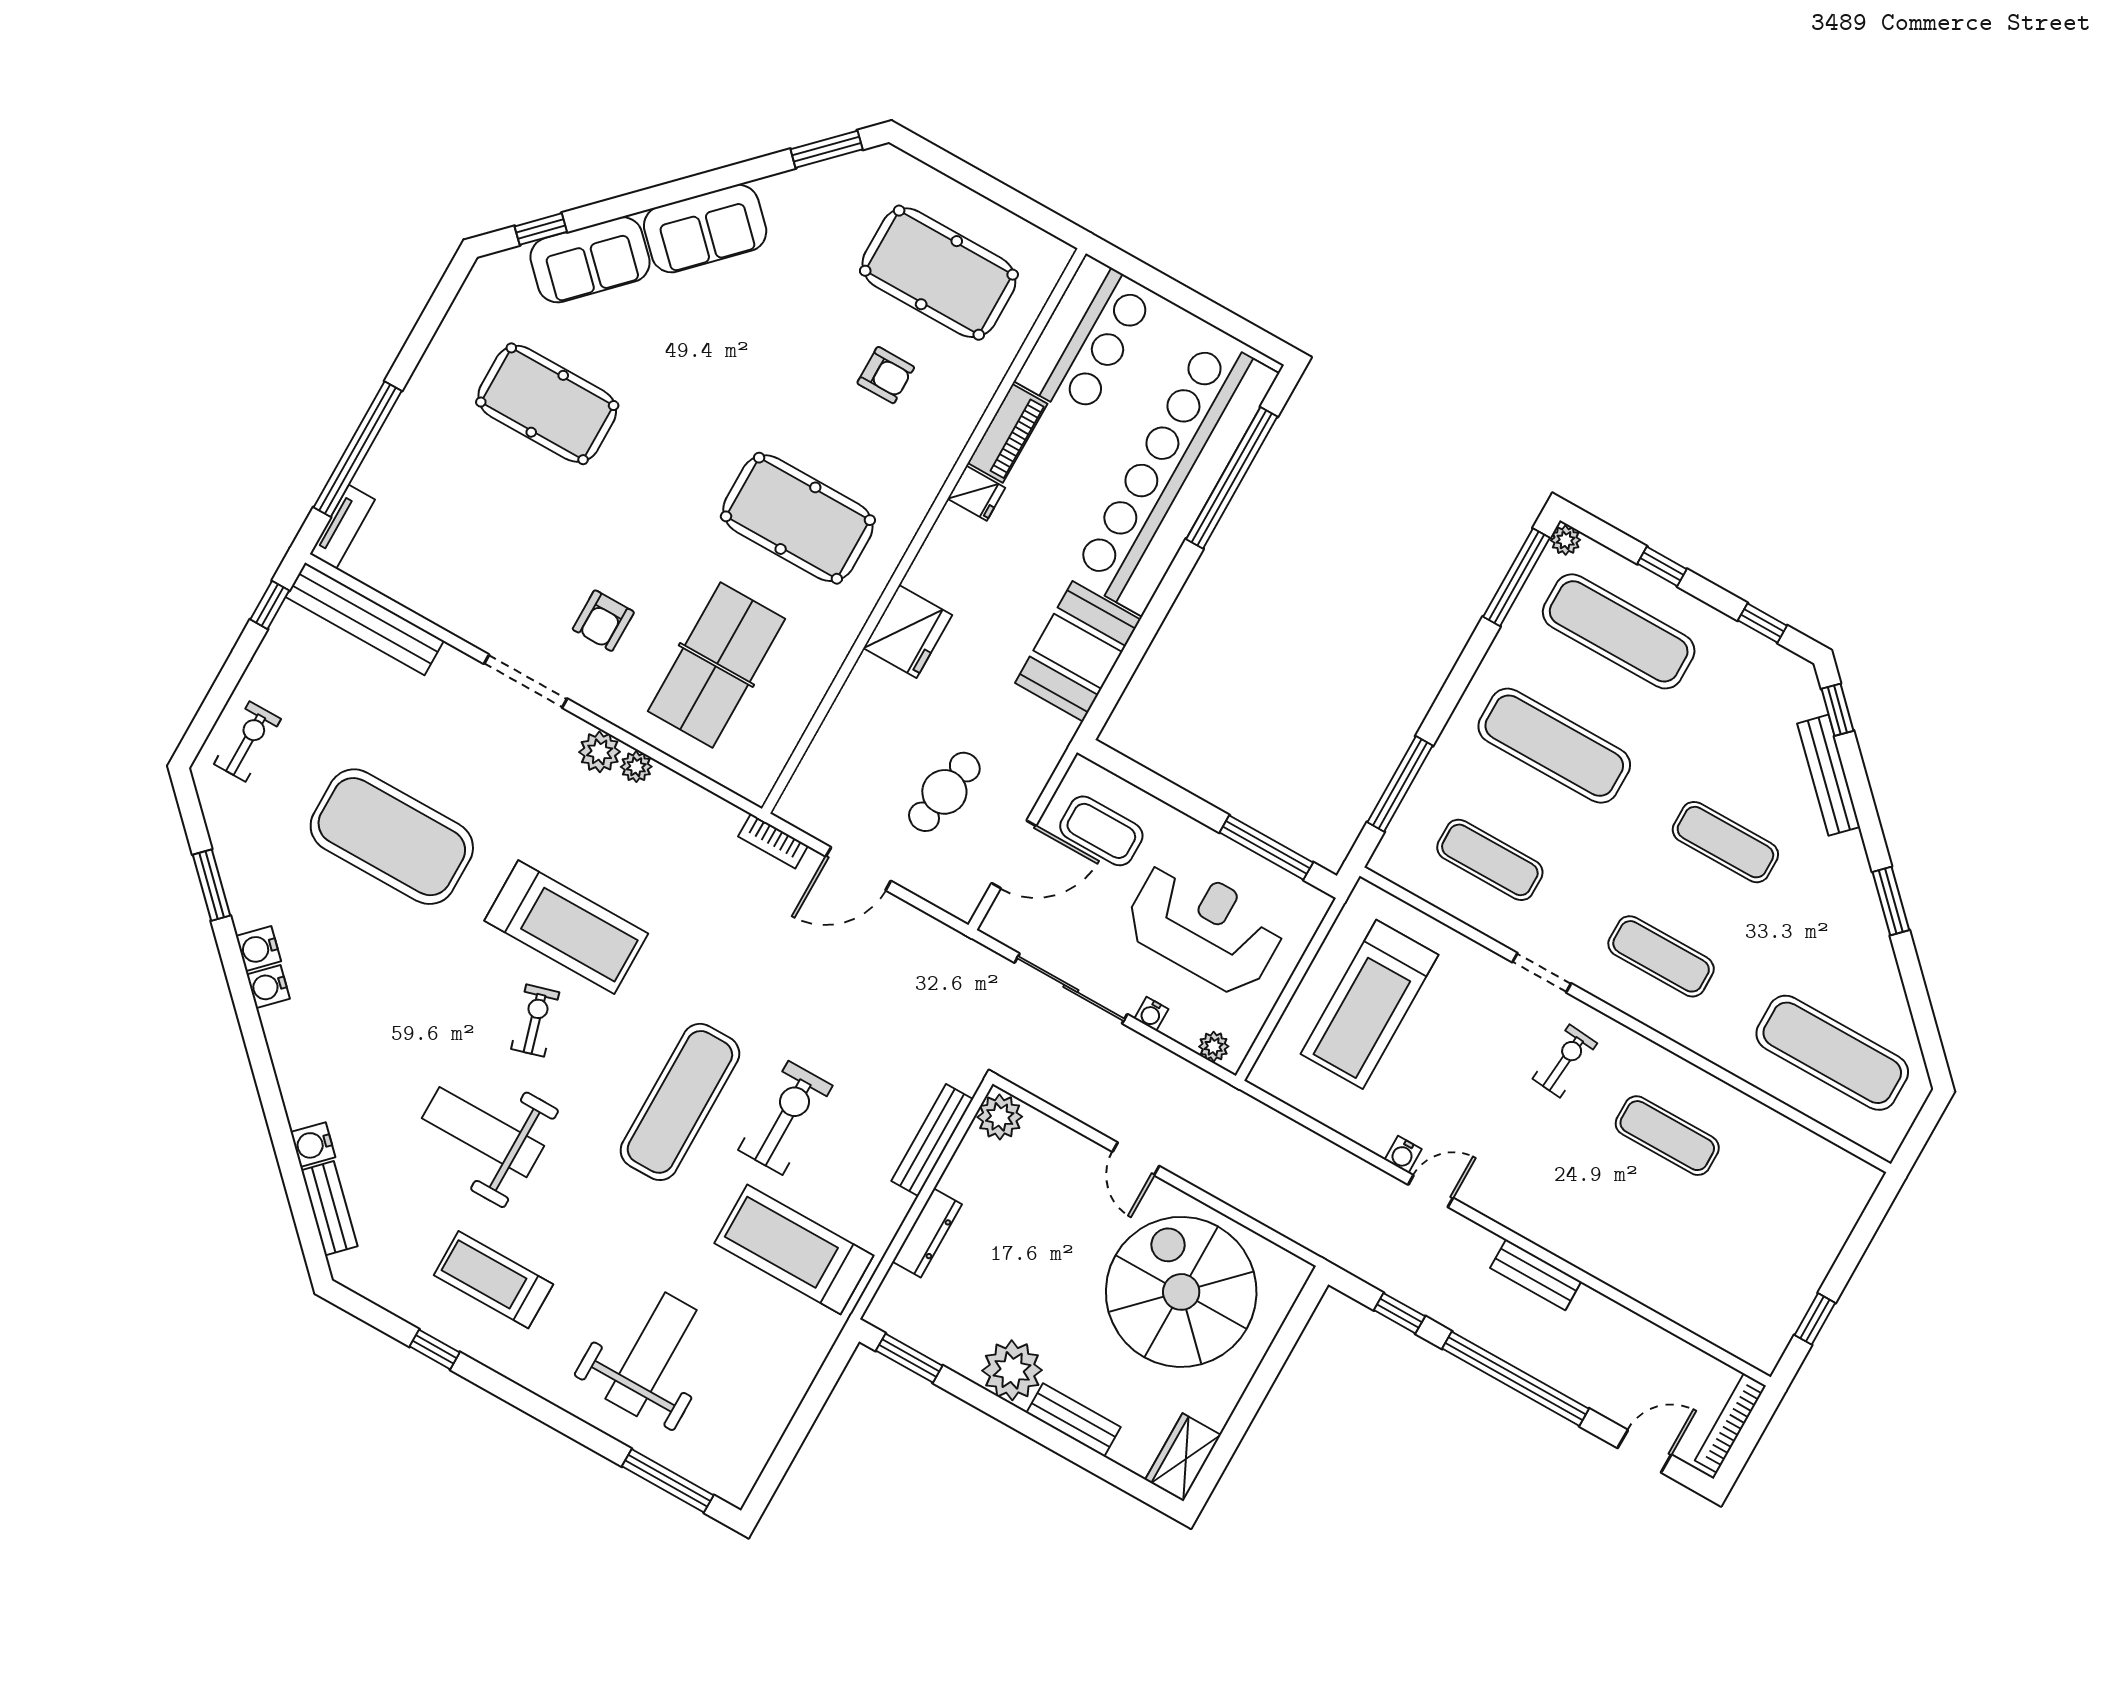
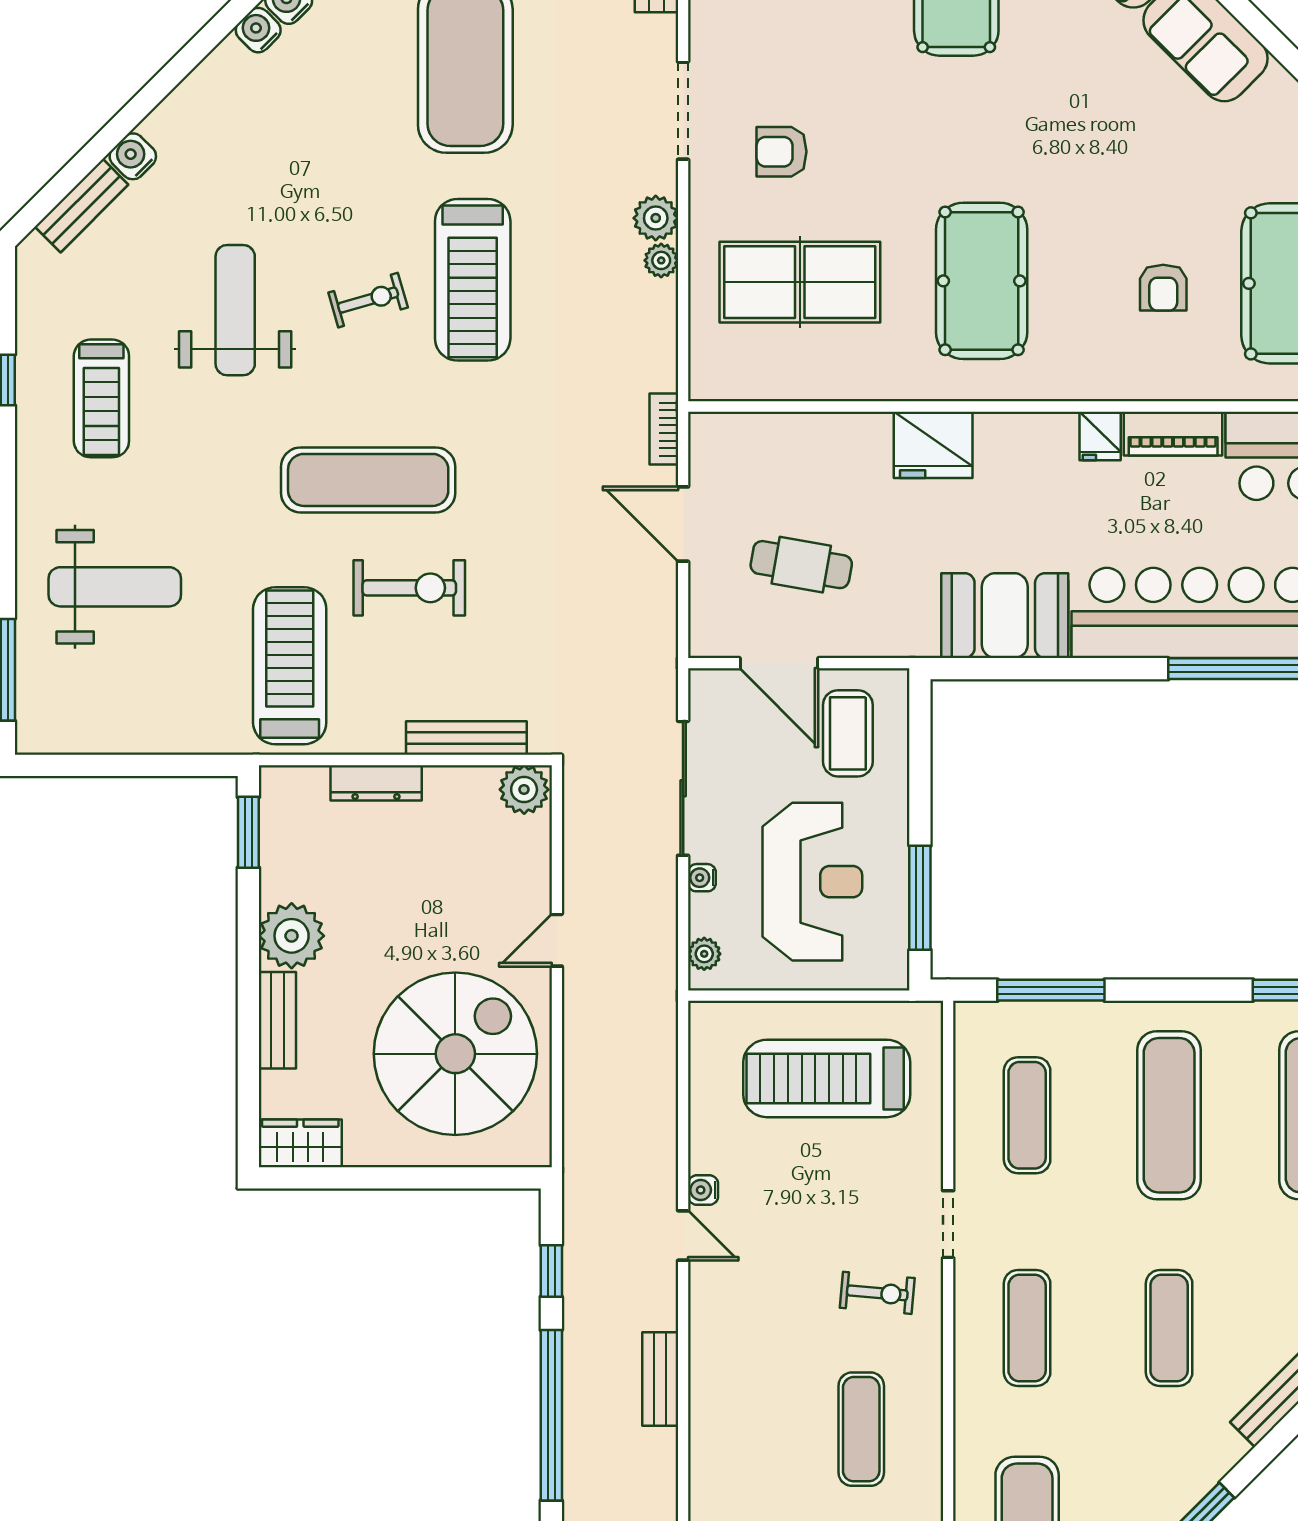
treadmill: (493, 1280) -> (101, 398), turned 180

